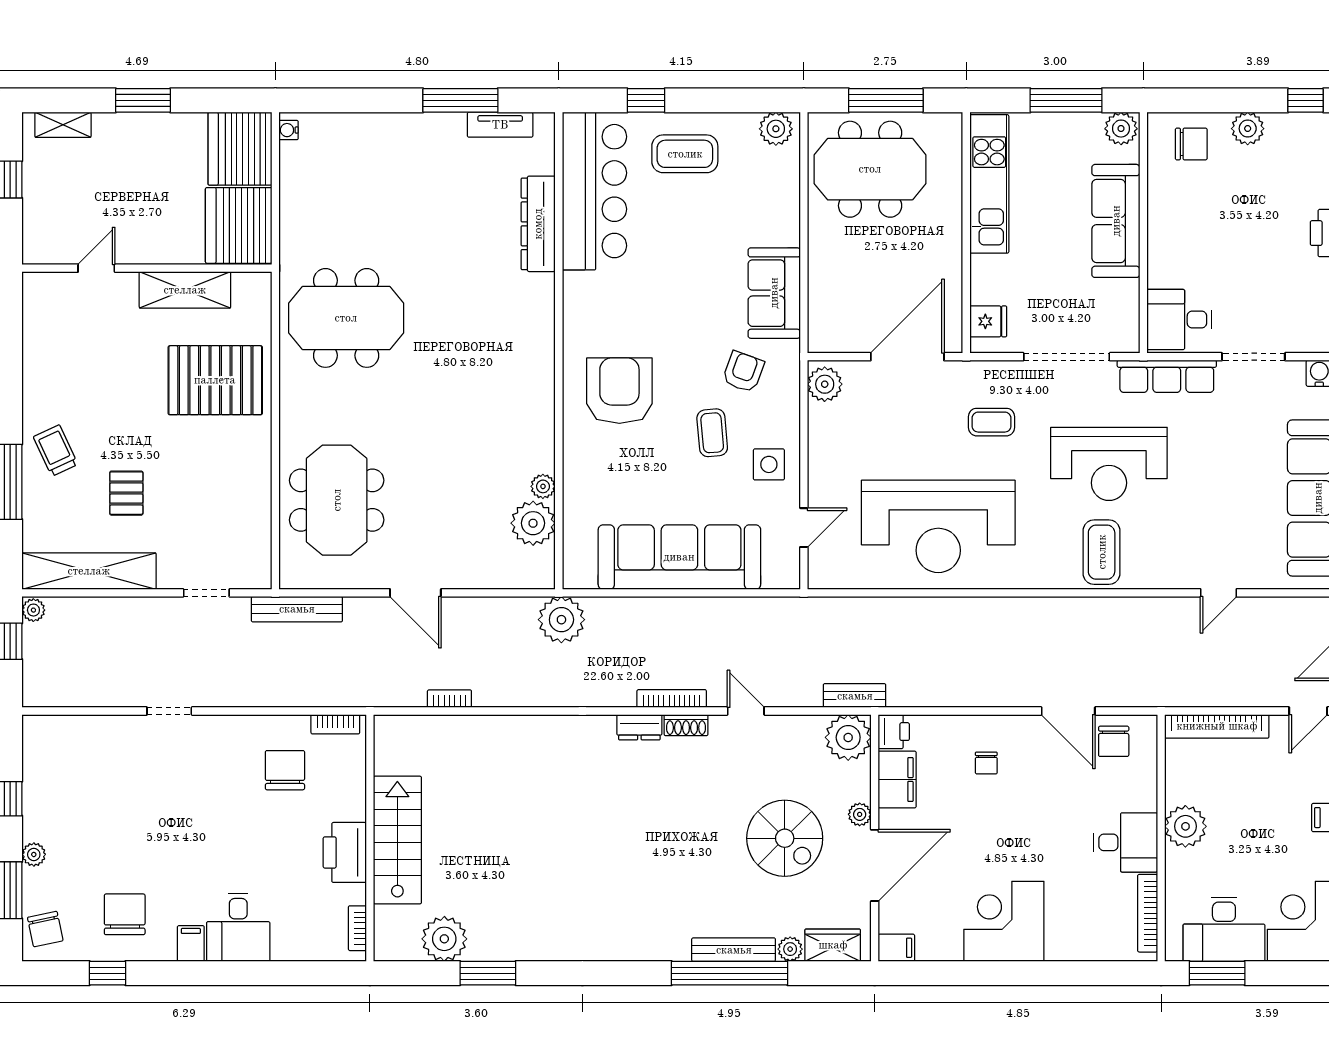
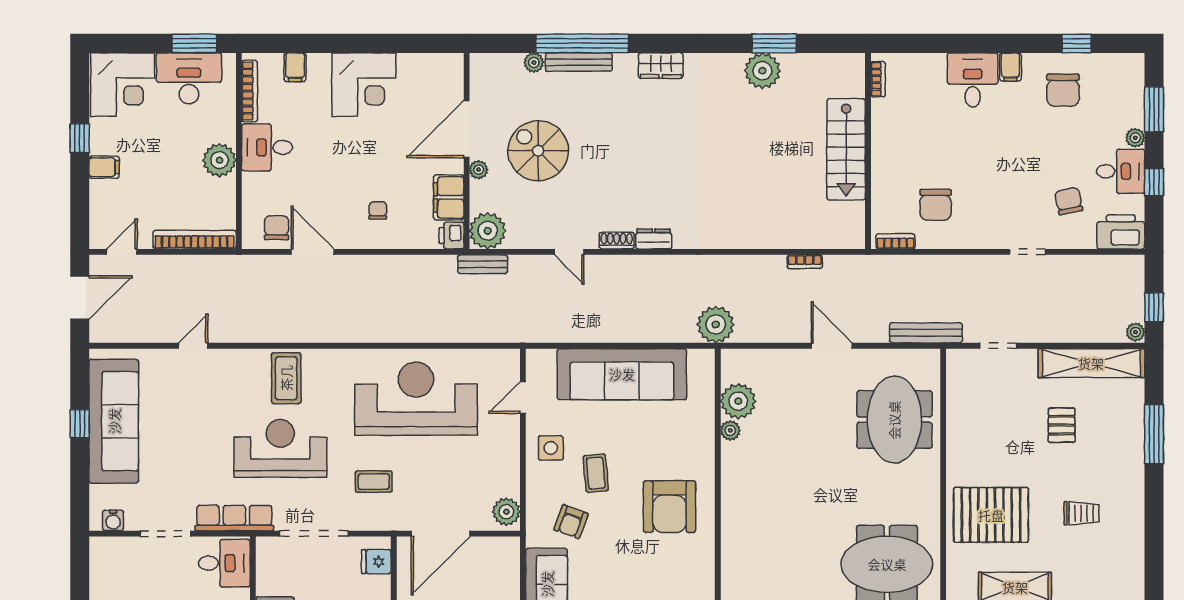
trolley: (56, 451) -> (1082, 513), moved, turned -65
bookcase: (672, 699) -> (628, 262), removed
desk: (52, 812) -> (1121, 171), added
printer: (345, 852) -> (1121, 232), moved, turned -90
chair: (45, 929) -> (1069, 201), moved
plant: (444, 939) -> (762, 71), moved
wardrobe: (833, 945) -> (661, 66), moved
filing cabinet: (896, 948) -> (295, 67), moved, turned -90

